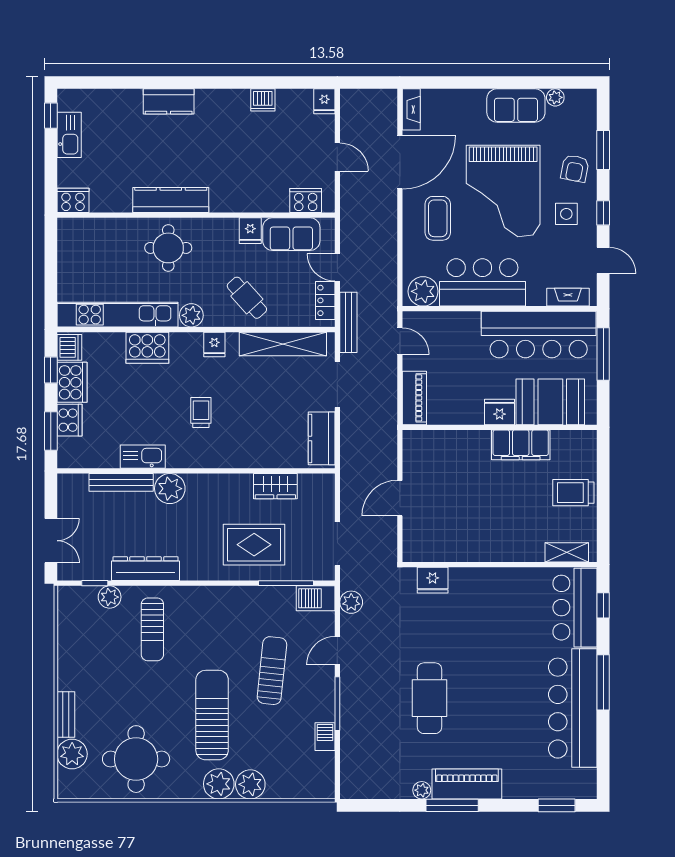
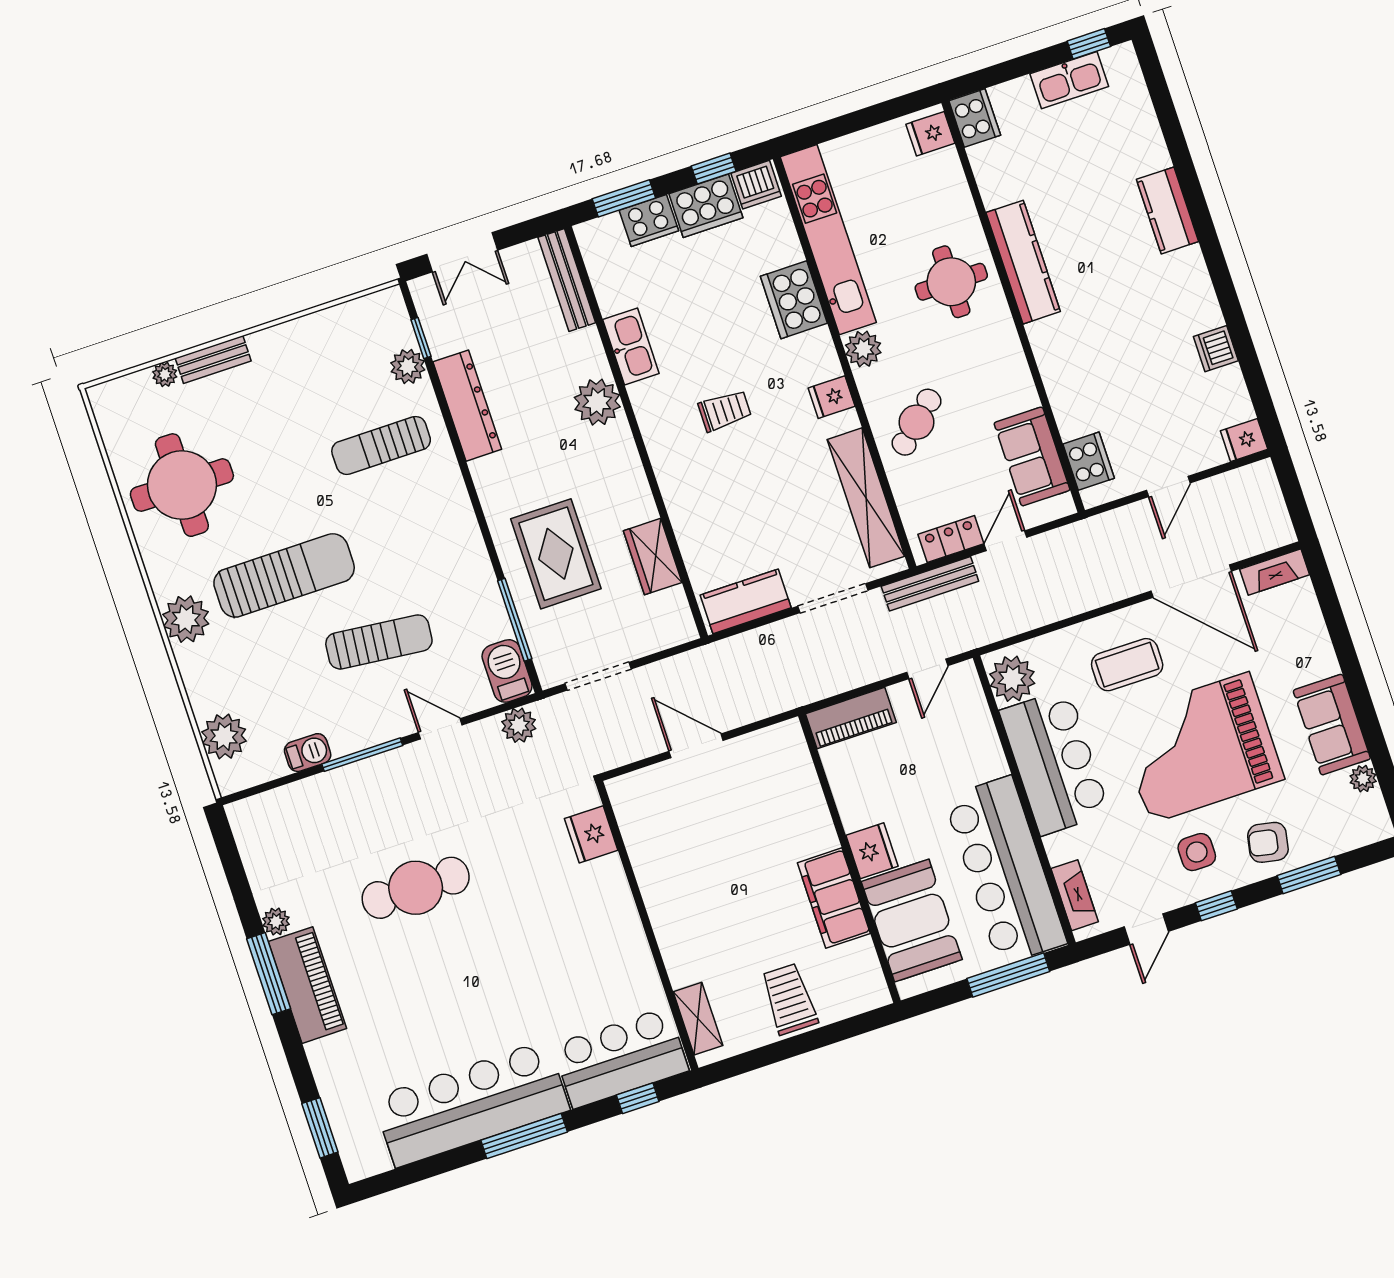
fridge: (250, 231) -> (930, 134), moved
bench: (121, 482) -> (567, 280), moved
plant: (72, 754) -> (165, 374), width x0.53, depth x0.53
plant: (250, 784) -> (224, 736), moved

